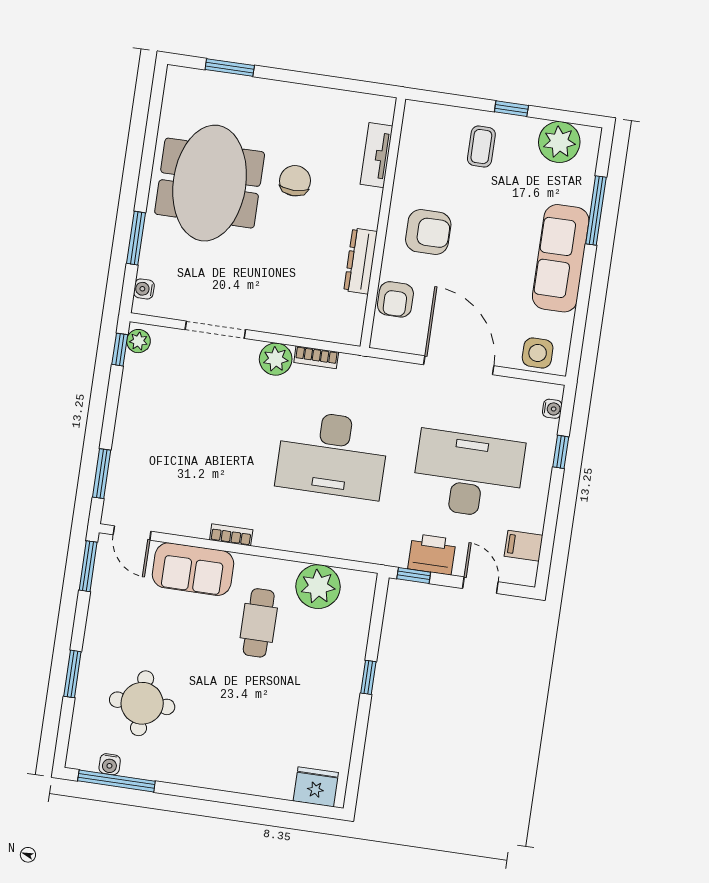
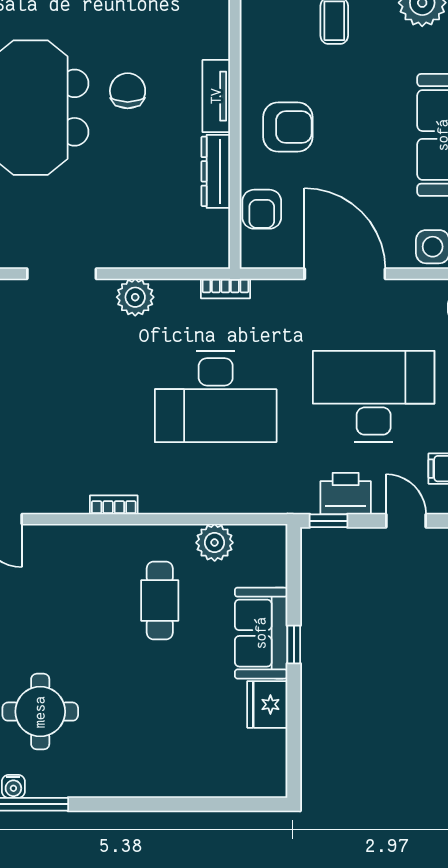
tv unit: (377, 155) -> (216, 96), moved
bookcase: (316, 357) -> (225, 288), moved
sofa: (193, 569) -> (261, 633), moved, turned 90
plant: (318, 587) -> (215, 543), width x0.73, depth x0.73
fridge: (316, 787) -> (267, 704), moved, turned -90

